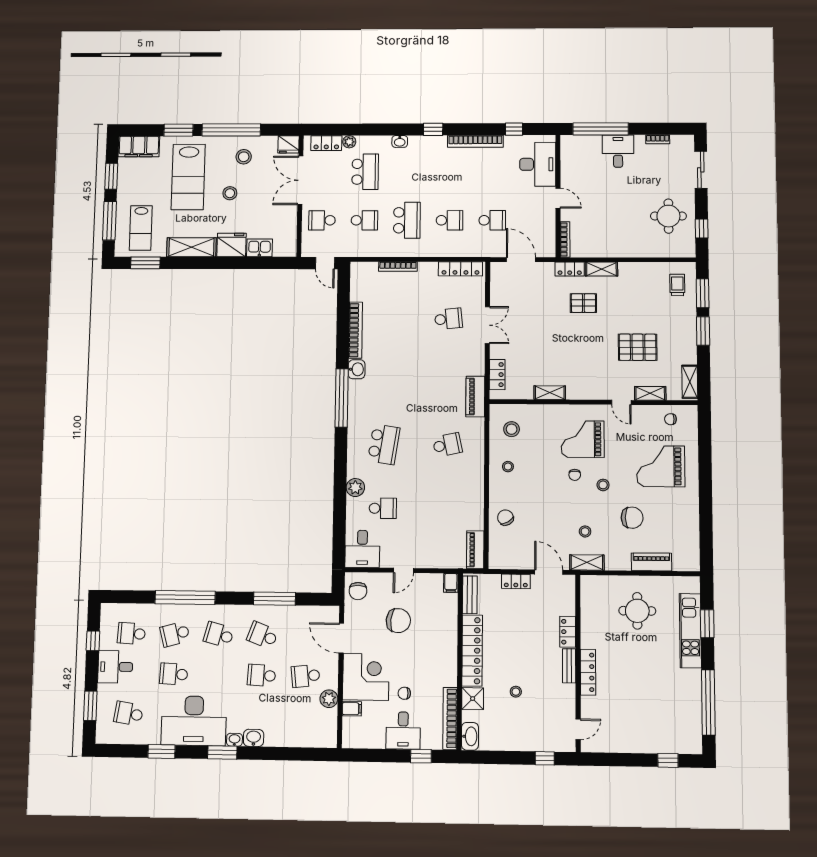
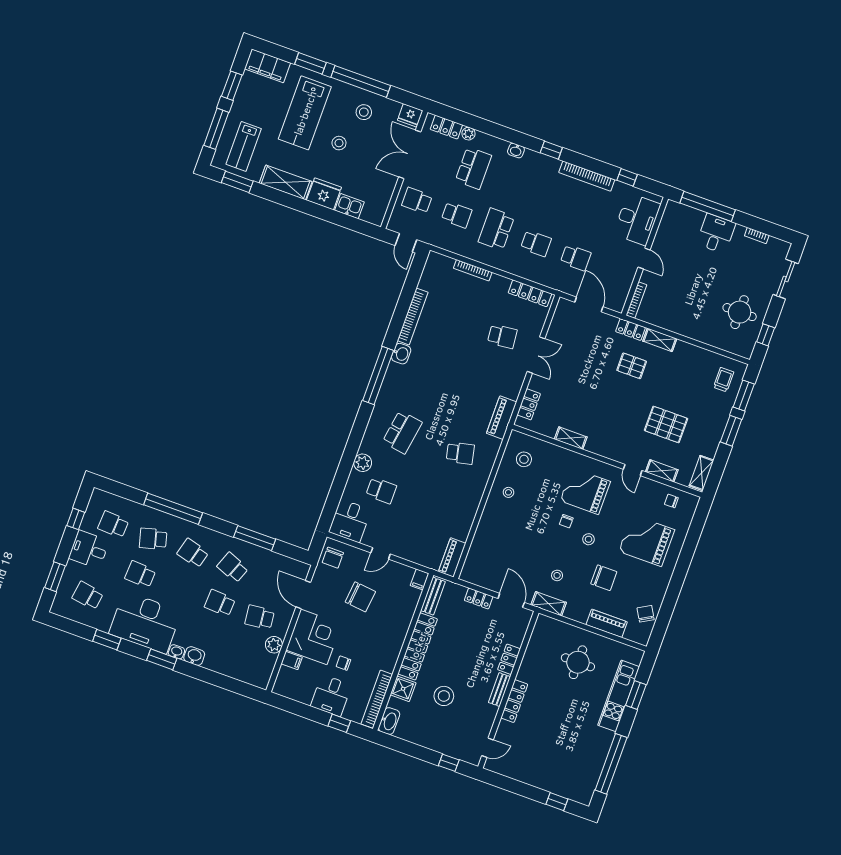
school desk: (407, 220) -> (496, 229), turned 180
chair: (505, 518) -> (646, 614), moved
stool: (516, 692) -> (444, 696), width x1.89, depth x1.89

